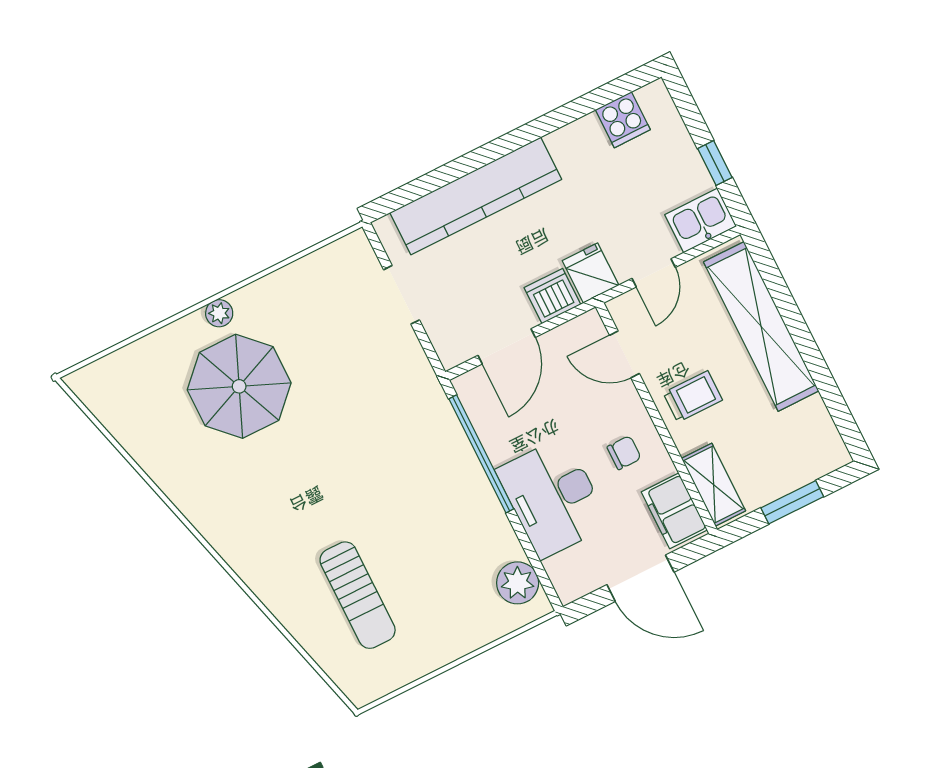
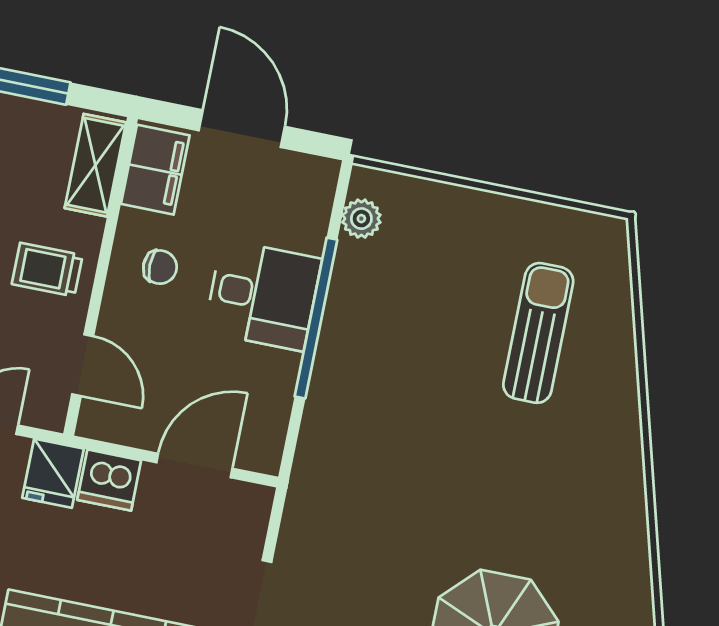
chair: (624, 453) -> (160, 267), turned 180
window: (481, 454) -> (316, 318), moved
desk: (553, 497) -> (263, 295), width x0.73
plant: (518, 583) -> (361, 219), width x0.73, depth x0.73

